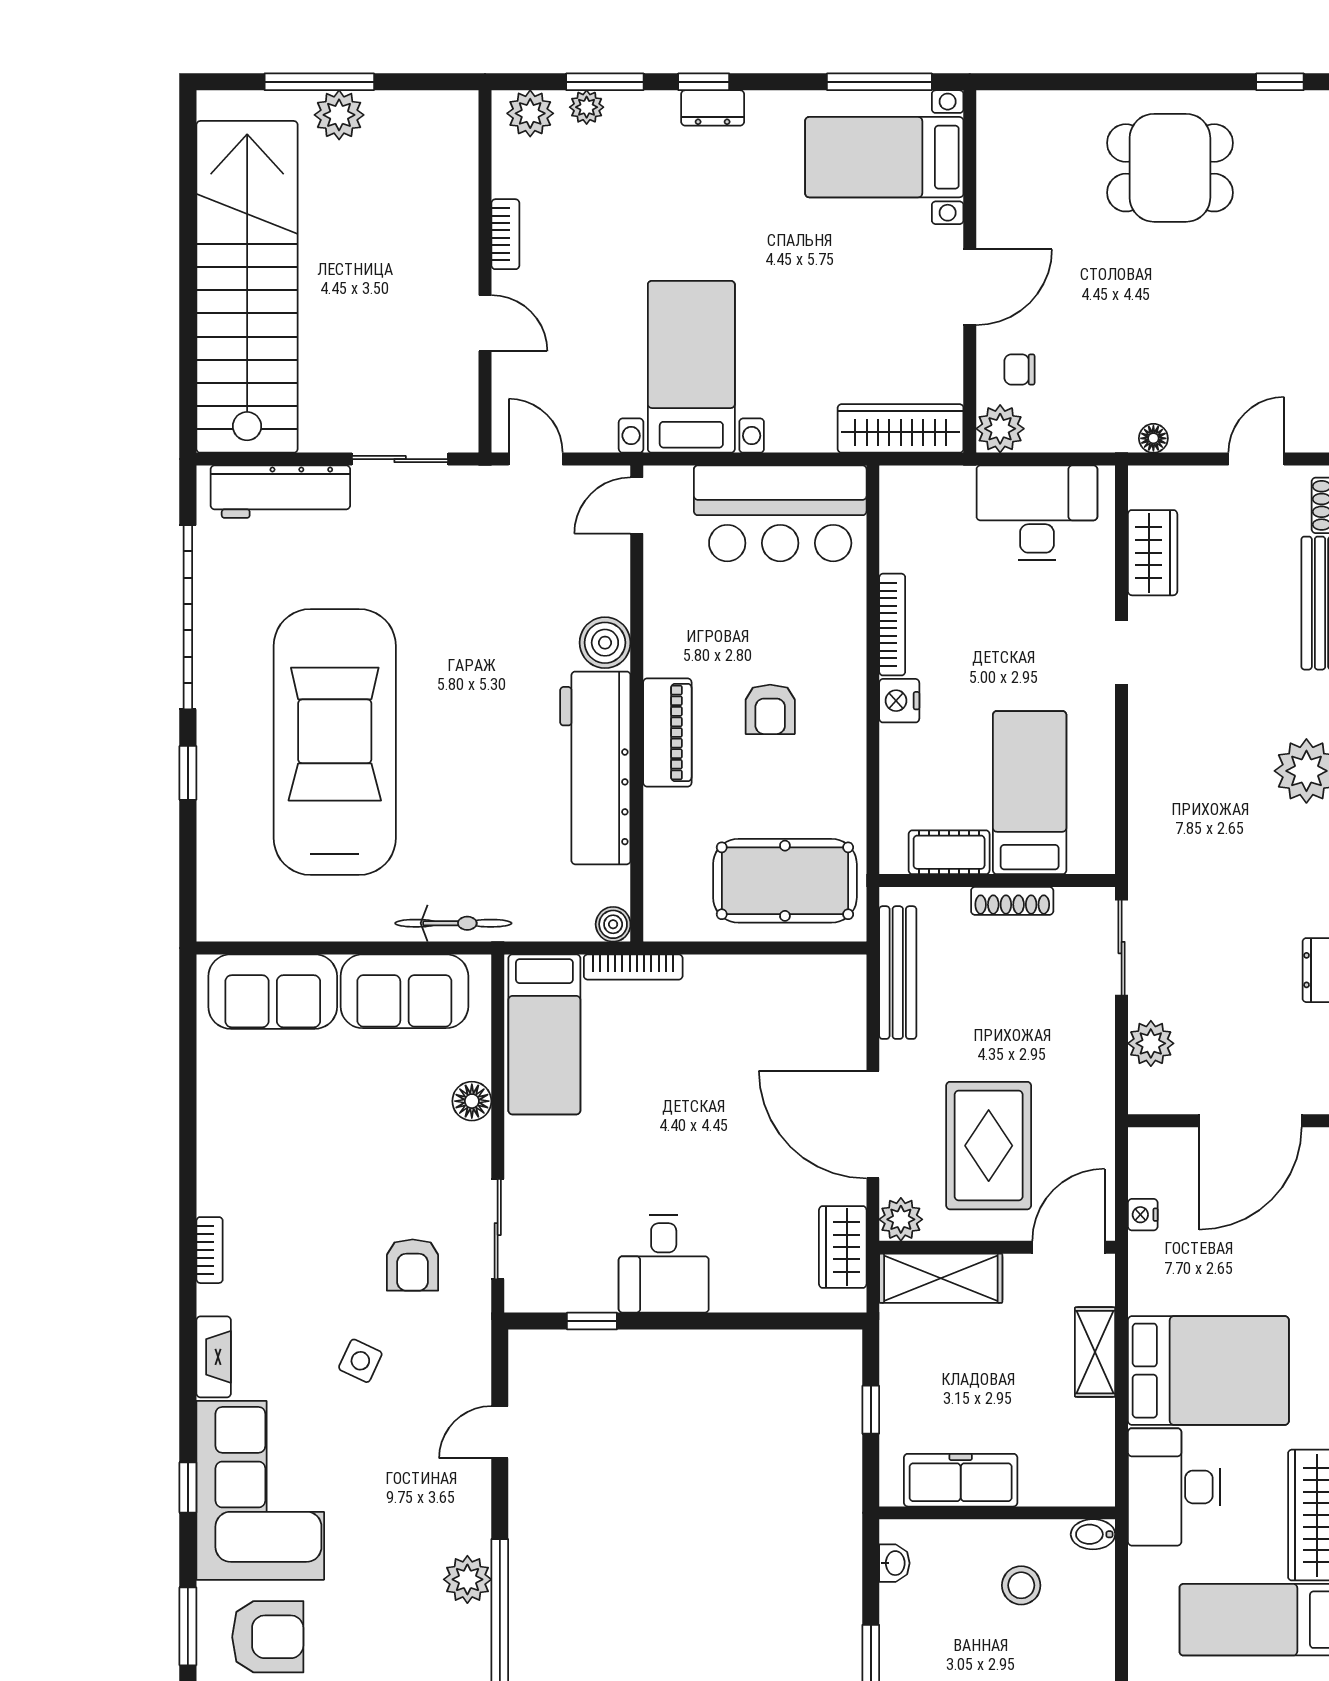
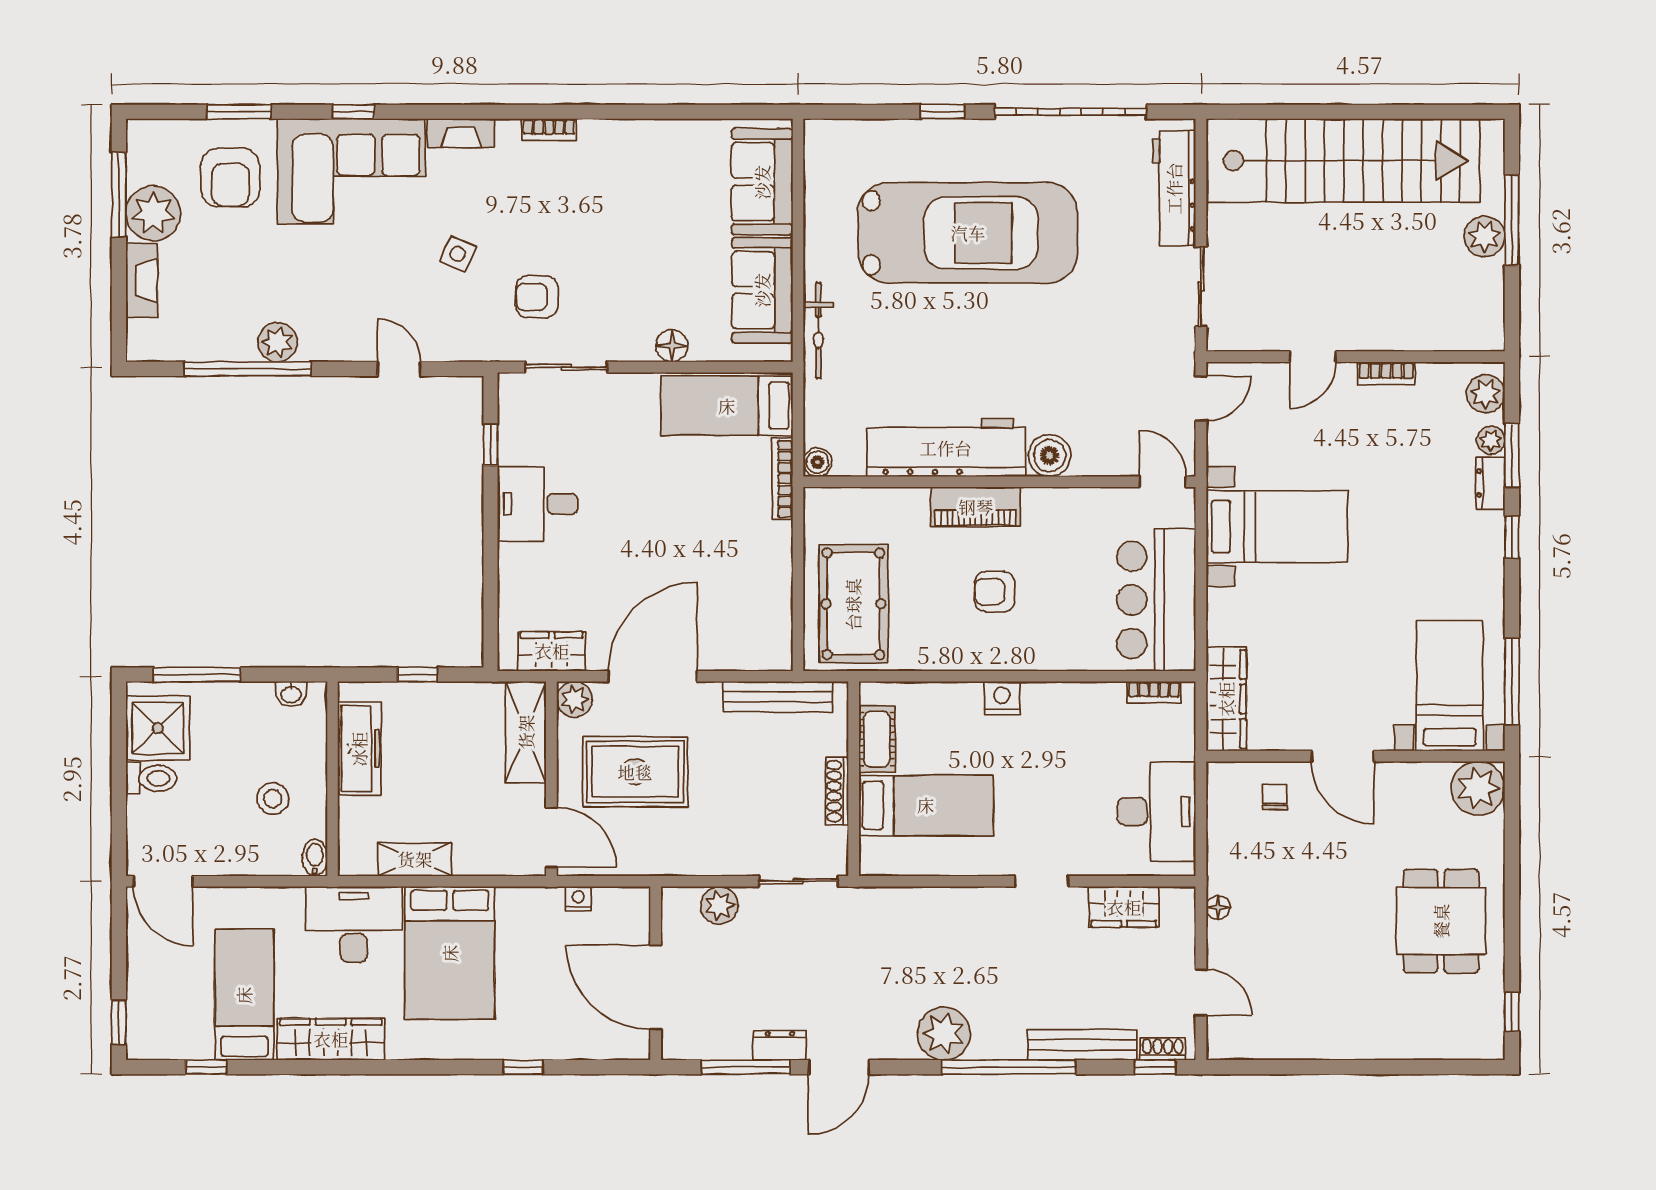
dresser: (713, 108) -> (1490, 483), moved
plant: (1000, 429) -> (1478, 788), moved, width x1.36, depth x1.36
bookcase: (892, 625) -> (1154, 692), moved, width x0.64
shelving: (1095, 1352) -> (415, 859), moved

